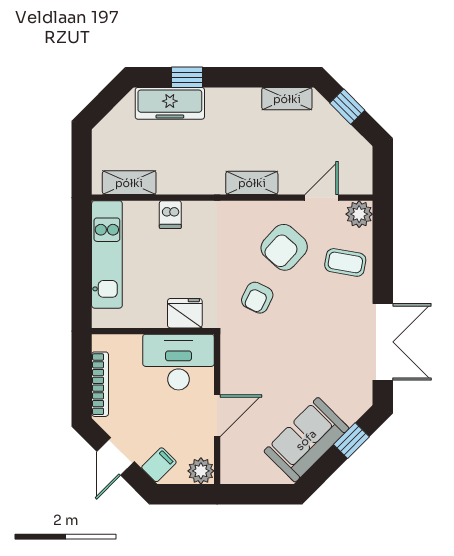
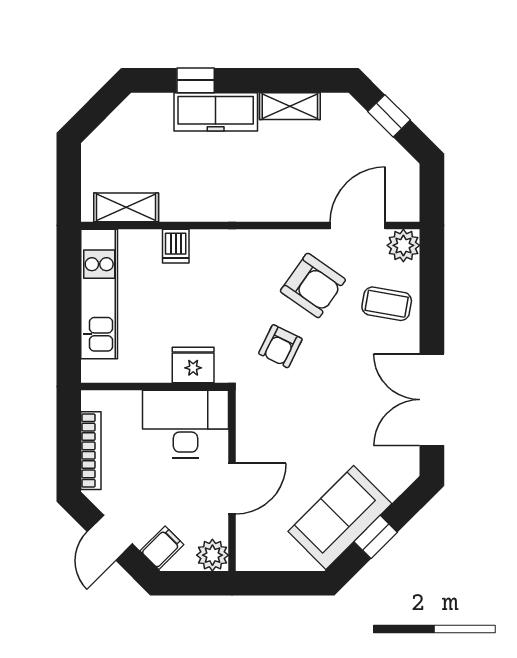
shelving: (287, 99) -> (290, 106), moved
freezer: (170, 103) -> (216, 112), moved
shelving: (252, 183) -> (274, 208), removed
door: (321, 198) -> (358, 226), width x1.37
armchair: (284, 247) -> (313, 285), turned -97
double door: (383, 342) -> (432, 400), swing flipped
window: (351, 441) -> (376, 537), moved

